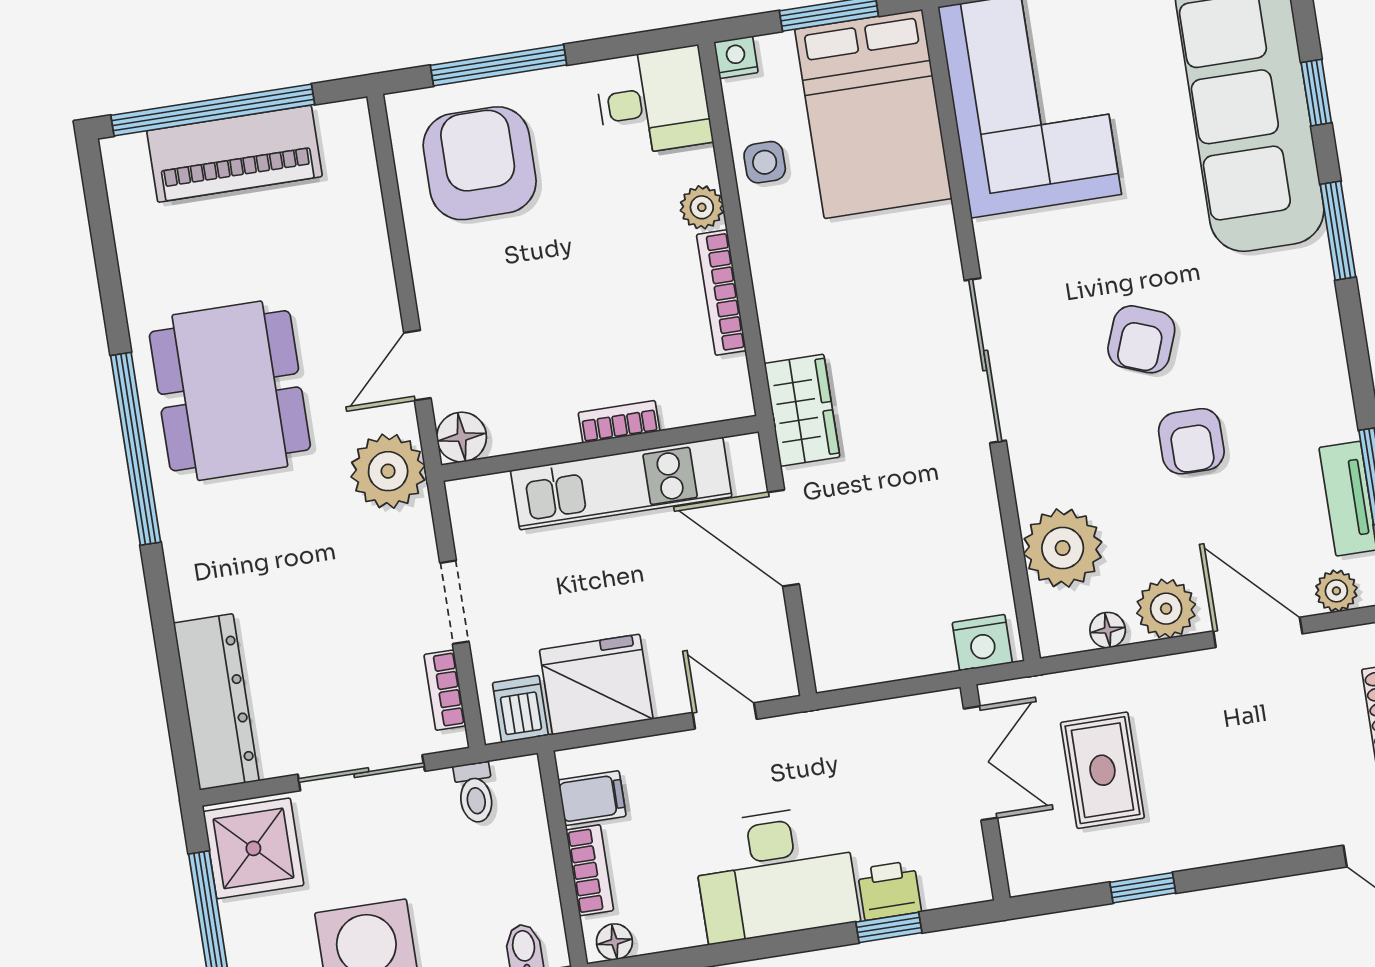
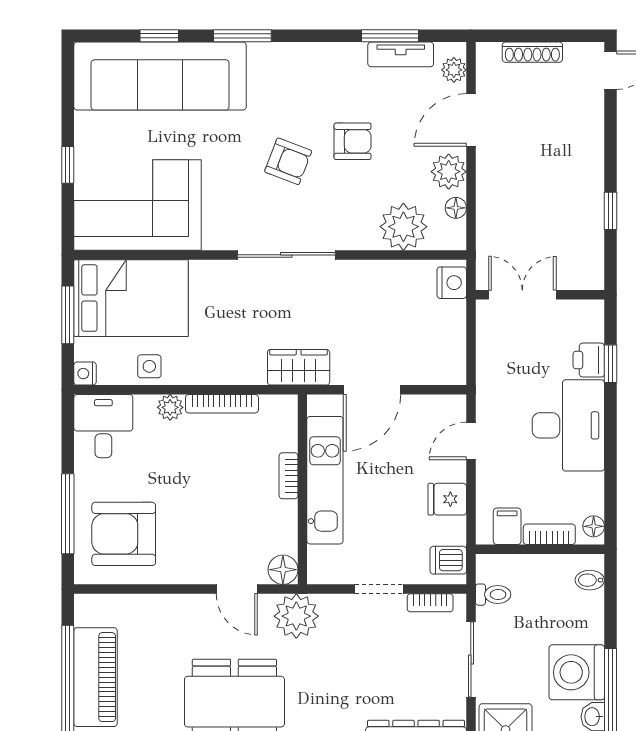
fridge: (596, 684) -> (447, 499), width x0.53, depth x0.75
rug: (1102, 770) -> (538, 224), removed

